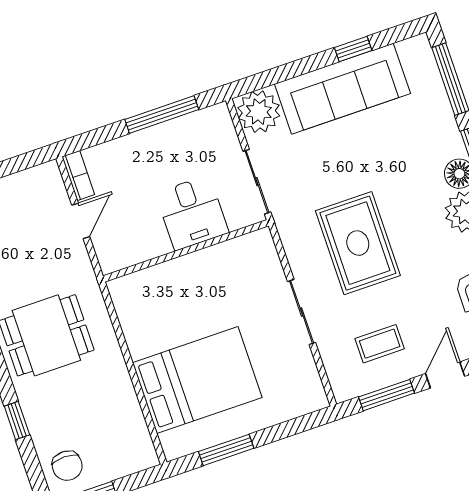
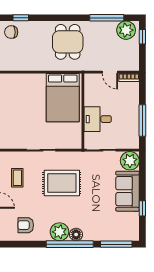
sofa: (342, 89) -> (128, 191), width x0.73
bed: (197, 380) -> (63, 98), moved
window: (17, 420) -> (21, 18), moved

